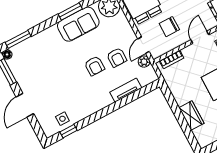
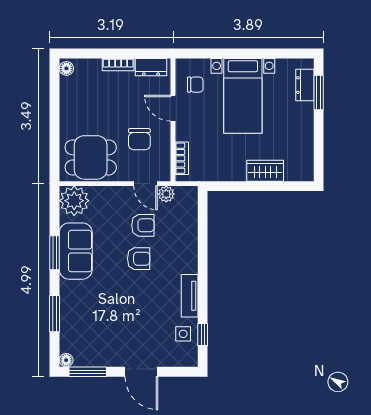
window: (18, 39) -> (55, 314), moved
tv unit: (126, 90) -> (190, 296), moved

